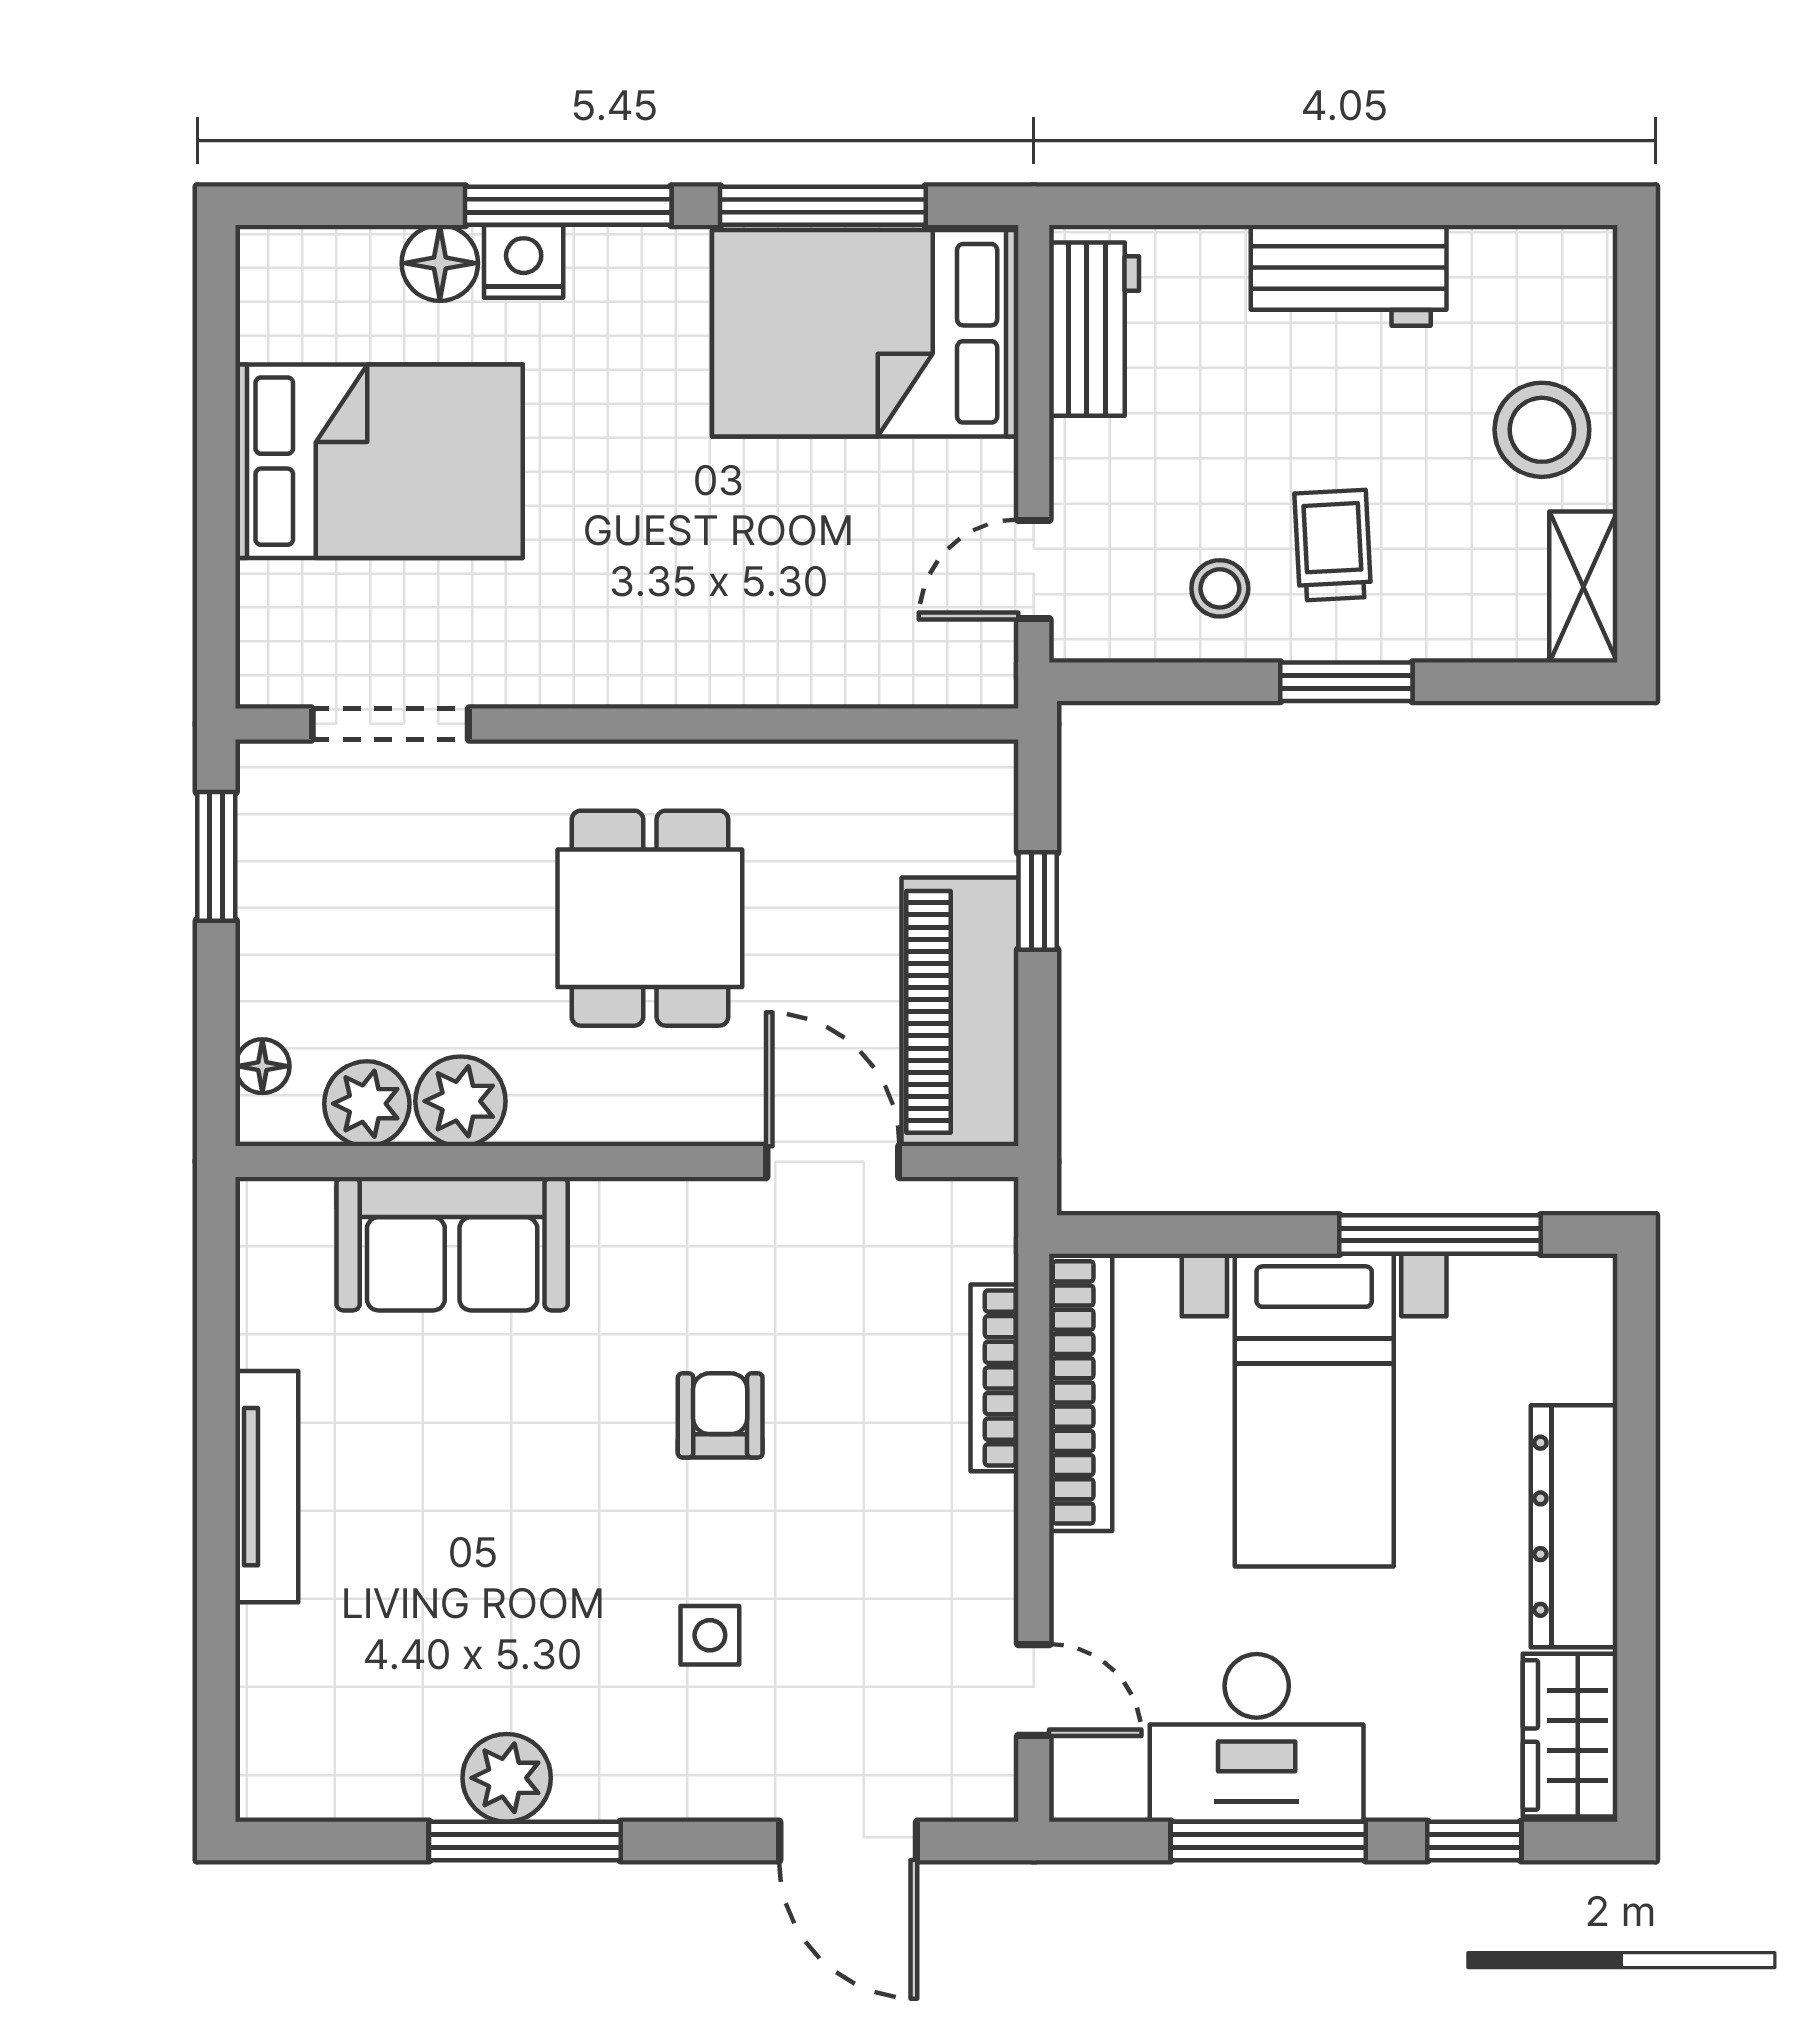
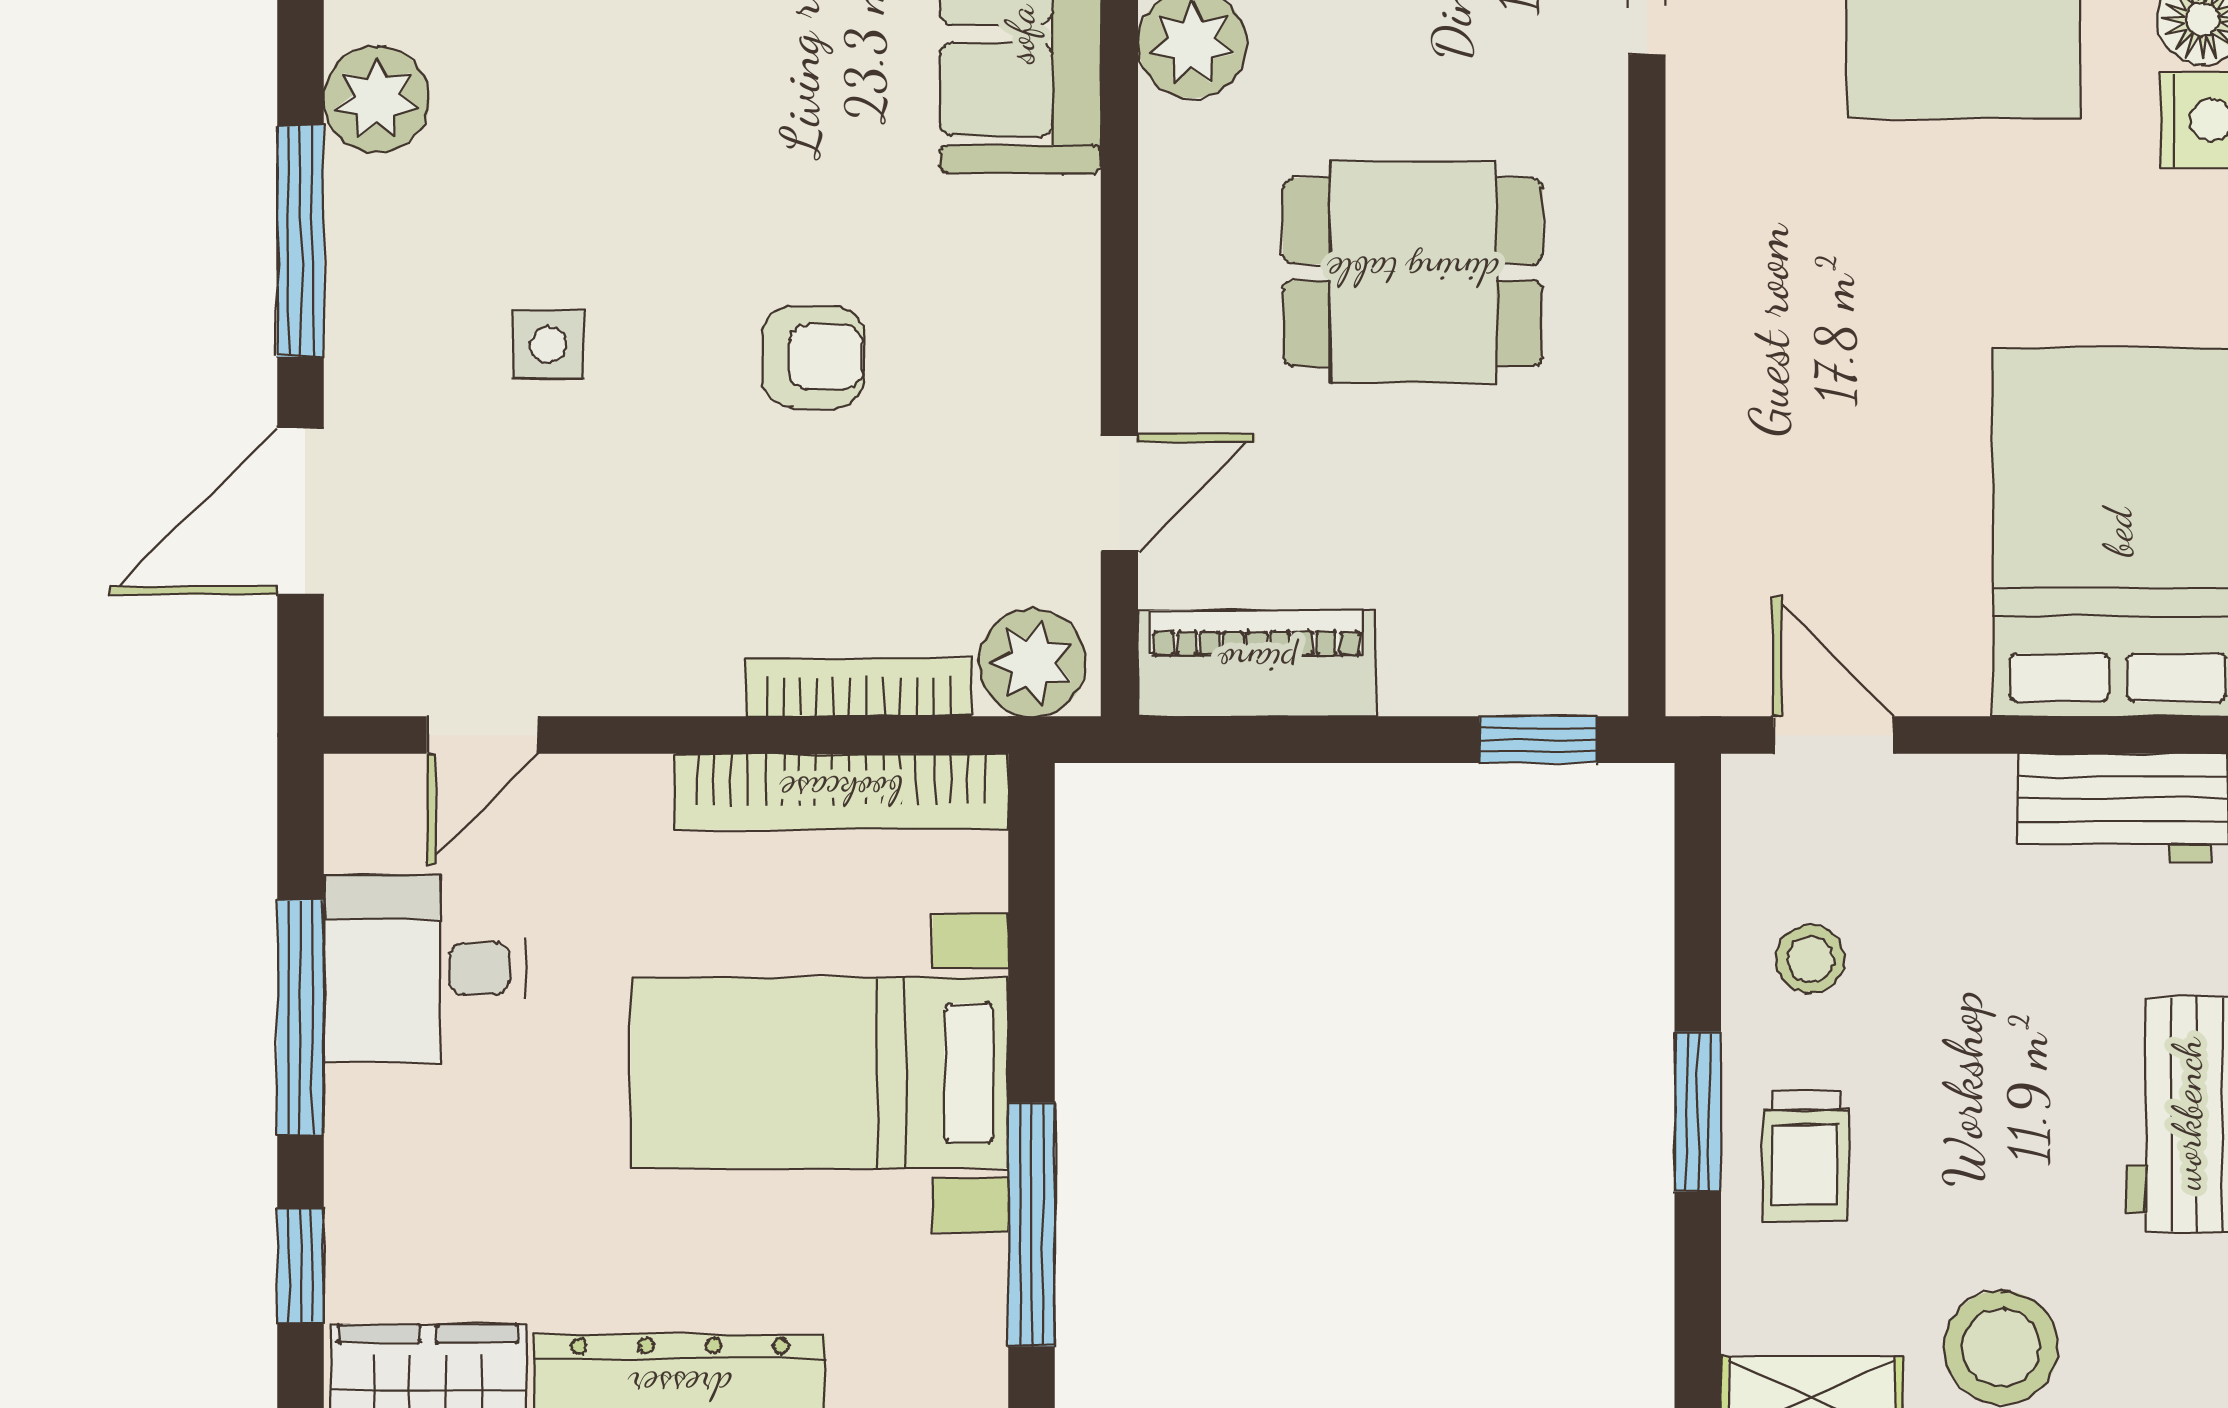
trolley: (1333, 545) -> (1806, 1156), moved, turned 93
window: (1038, 901) -> (1538, 740), moved
piano: (960, 1012) -> (1257, 663), width x0.73, depth x0.75
door: (833, 1162) -> (1119, 493), width x0.73
plant: (974, 1234) -> (1032, 663), added
desk: (1257, 1738) -> (425, 969), width x0.73
window: (525, 1841) -> (300, 241), moved

